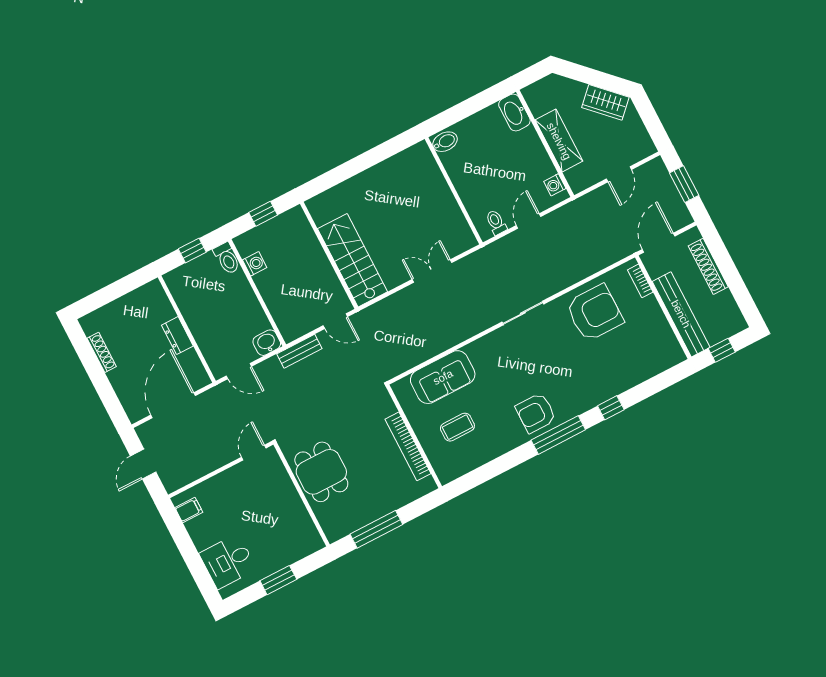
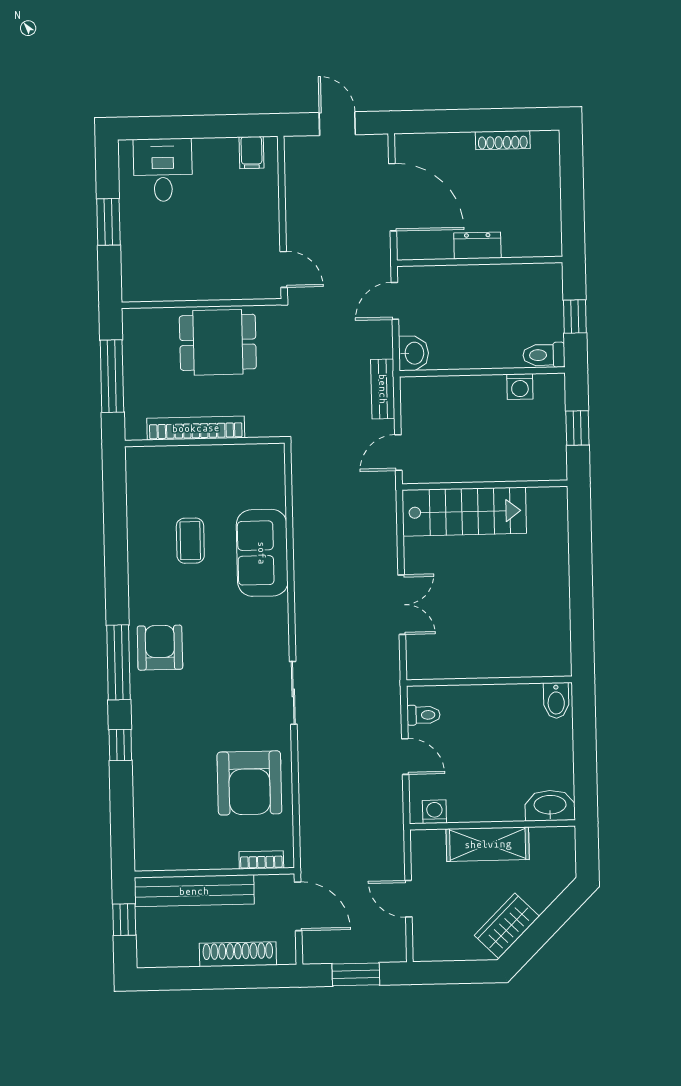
wall: (414, 436) -> (205, 442), moved
bookcase: (408, 446) -> (196, 428), moved

